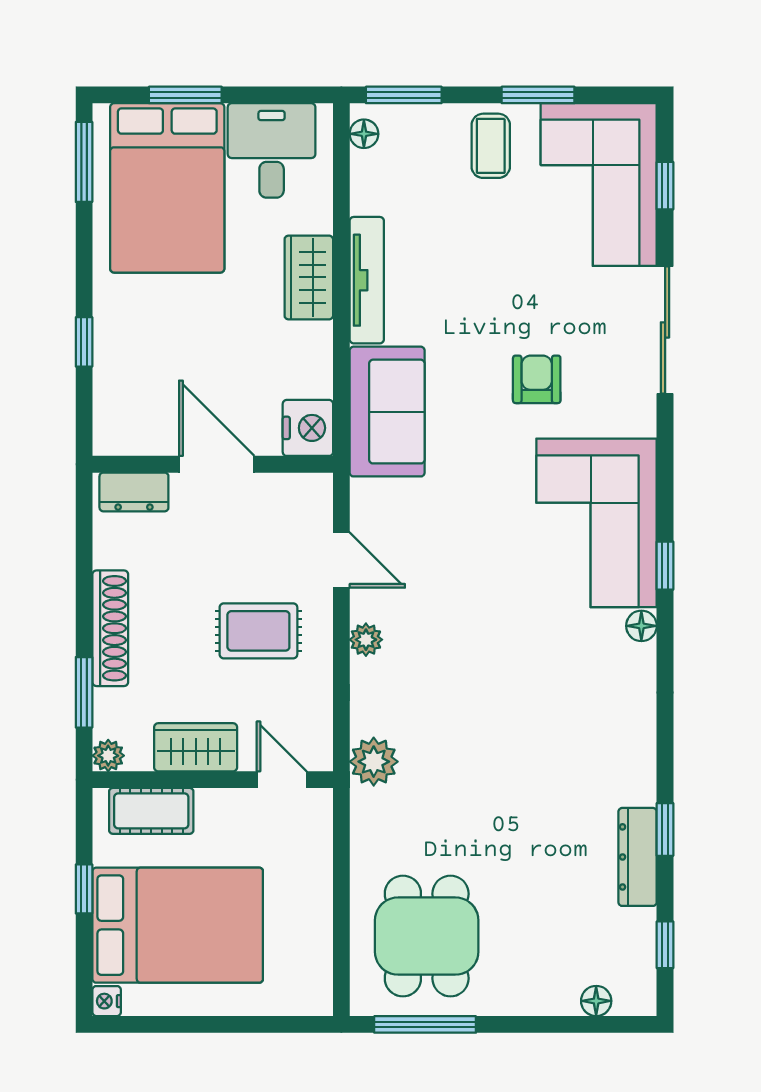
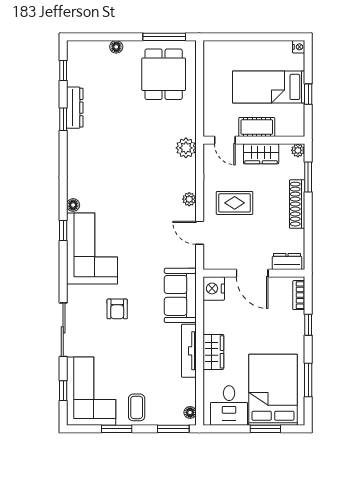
window: (84, 162) -> (308, 380), moved
bookcase: (106, 412) -> (299, 295), added
cot: (151, 811) -> (257, 127), moved
bed: (178, 925) -> (269, 87), width x0.67
floor lamp: (596, 1001) -> (116, 47), moved

